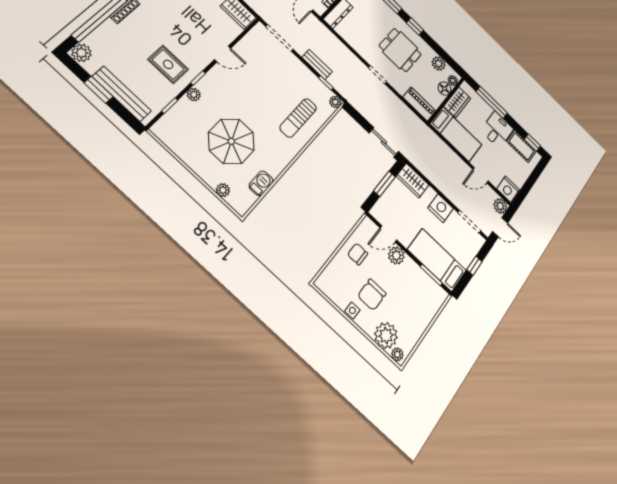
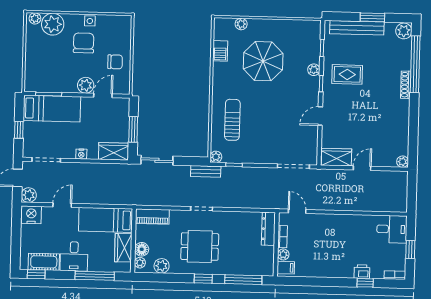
bench: (317, 64) -> (206, 171), moved
nightstand: (441, 208) -> (81, 154), width x0.53, depth x0.56

